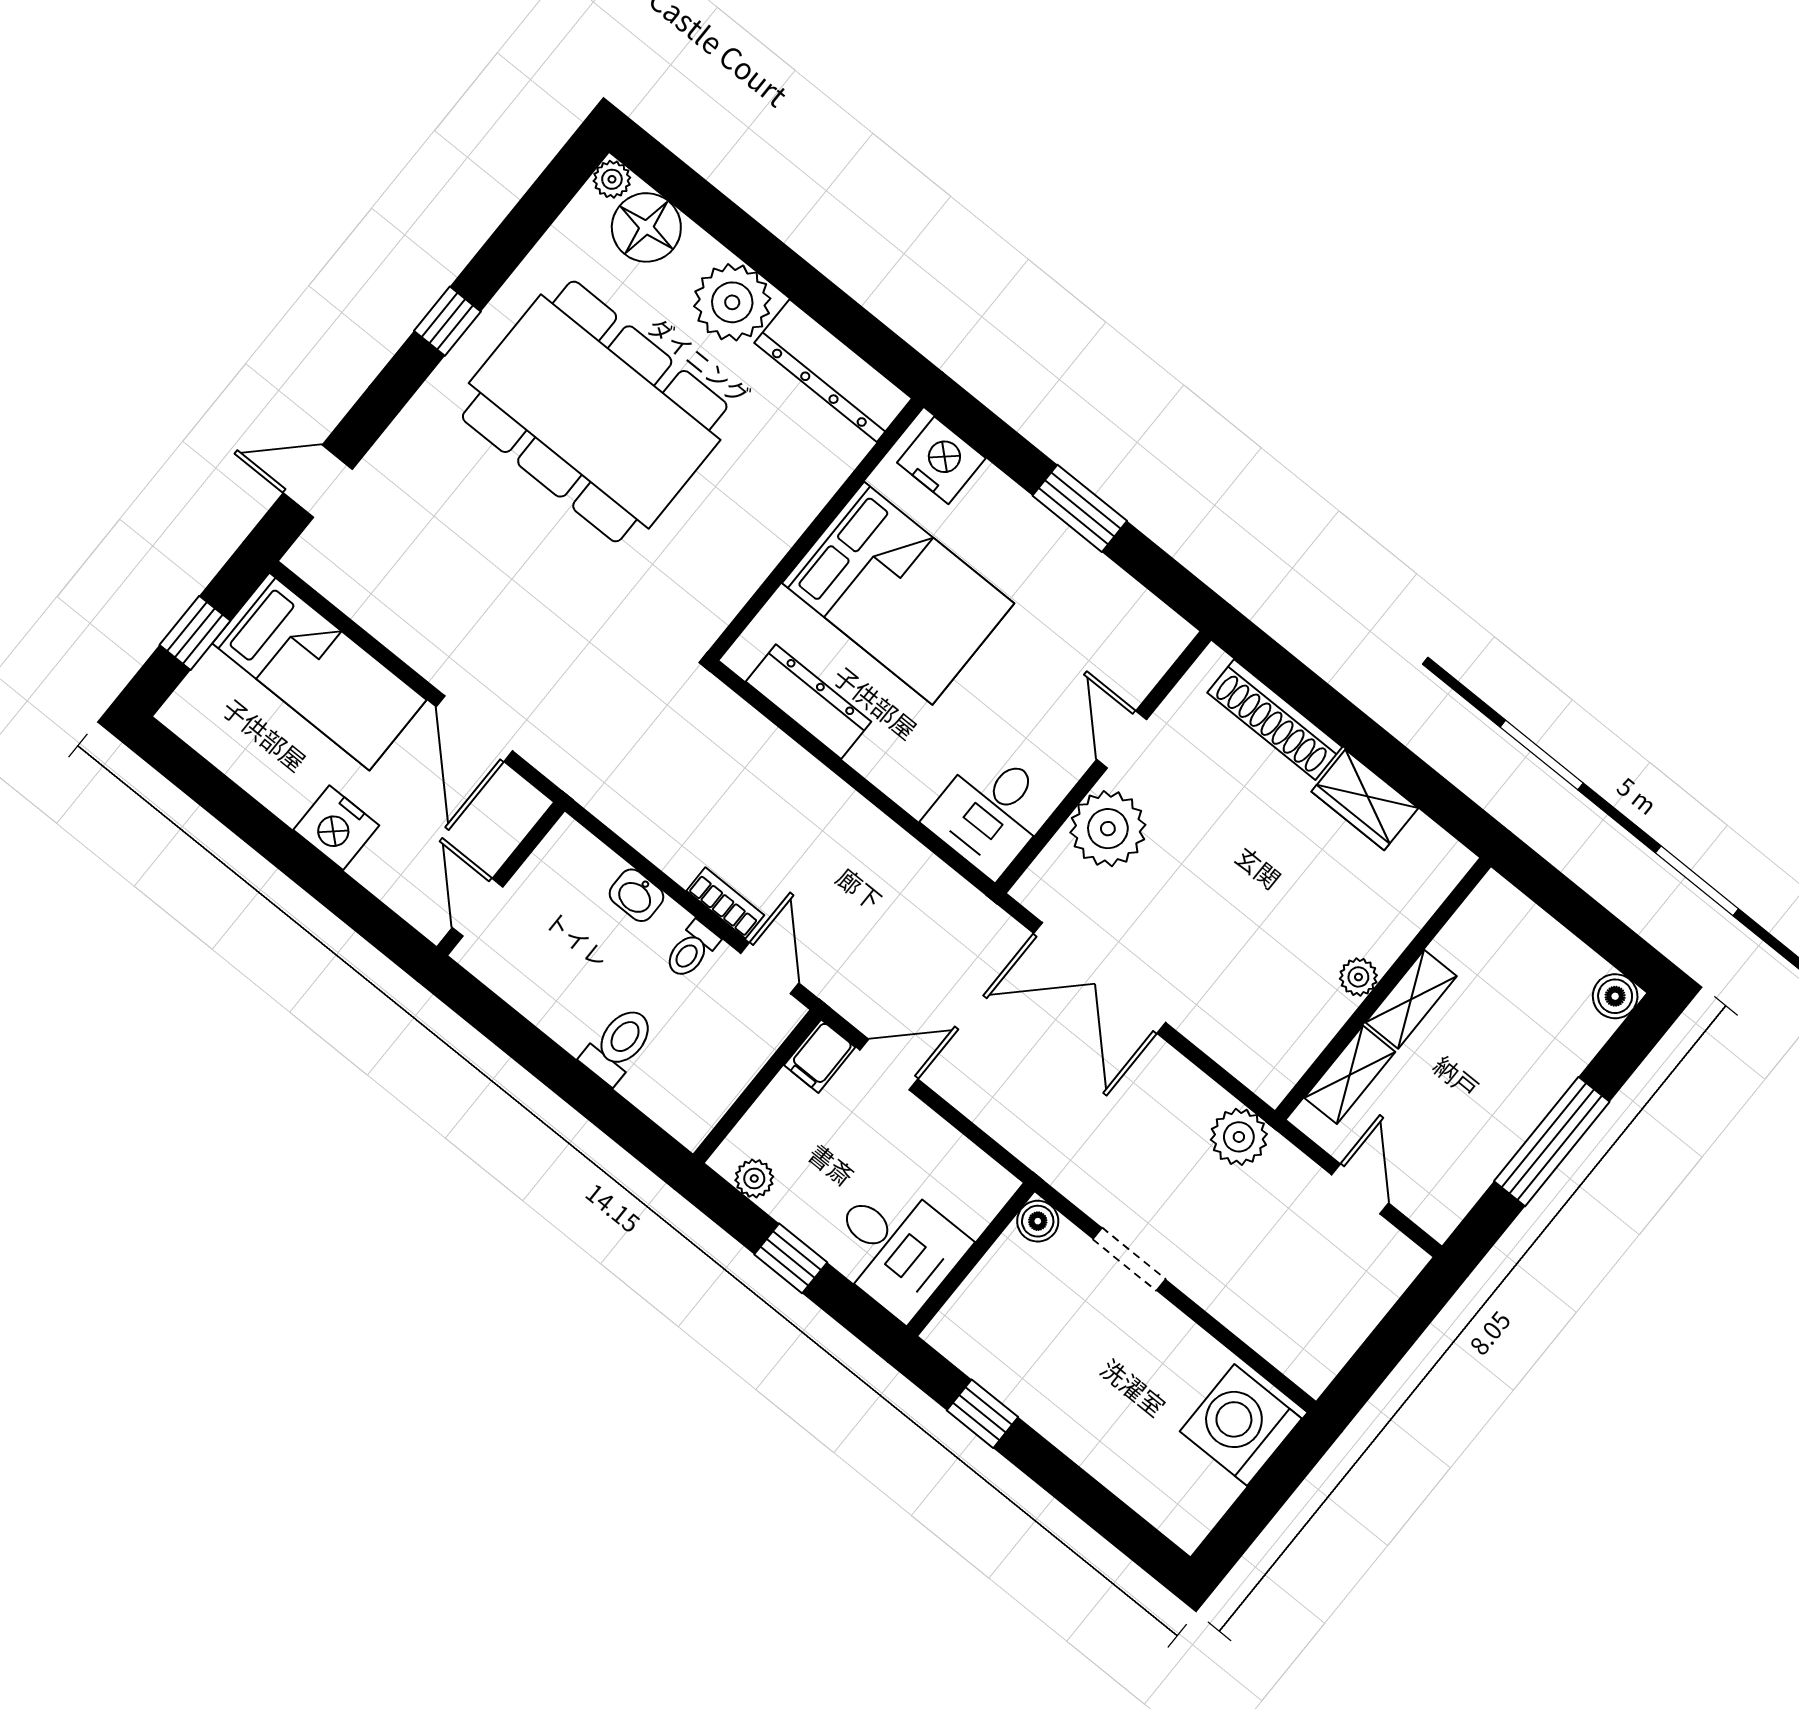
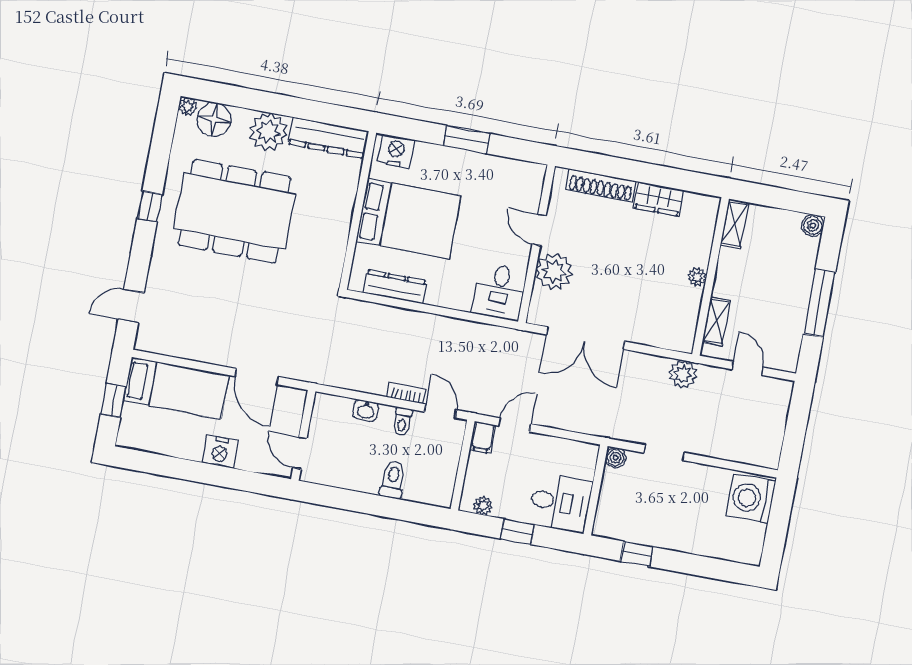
shelving: (1411, 999) -> (735, 224), moved

